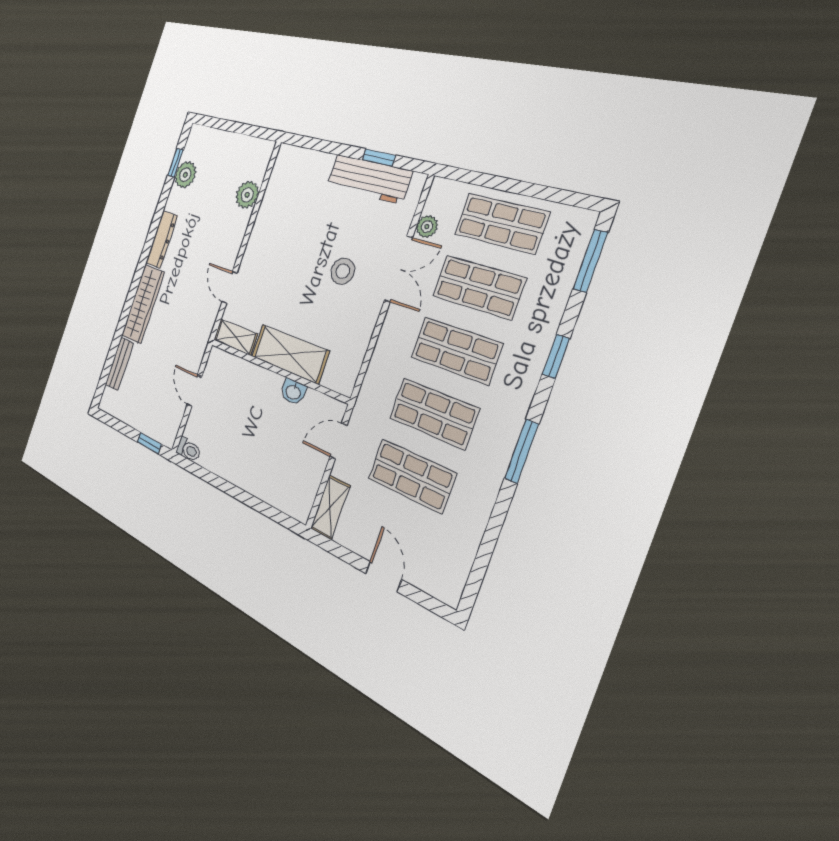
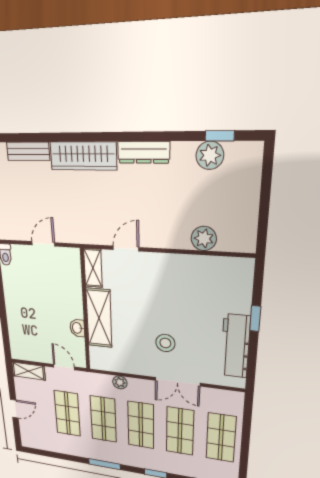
window: (379, 158) -> (255, 319), moved
plant: (427, 227) -> (120, 382), moved

